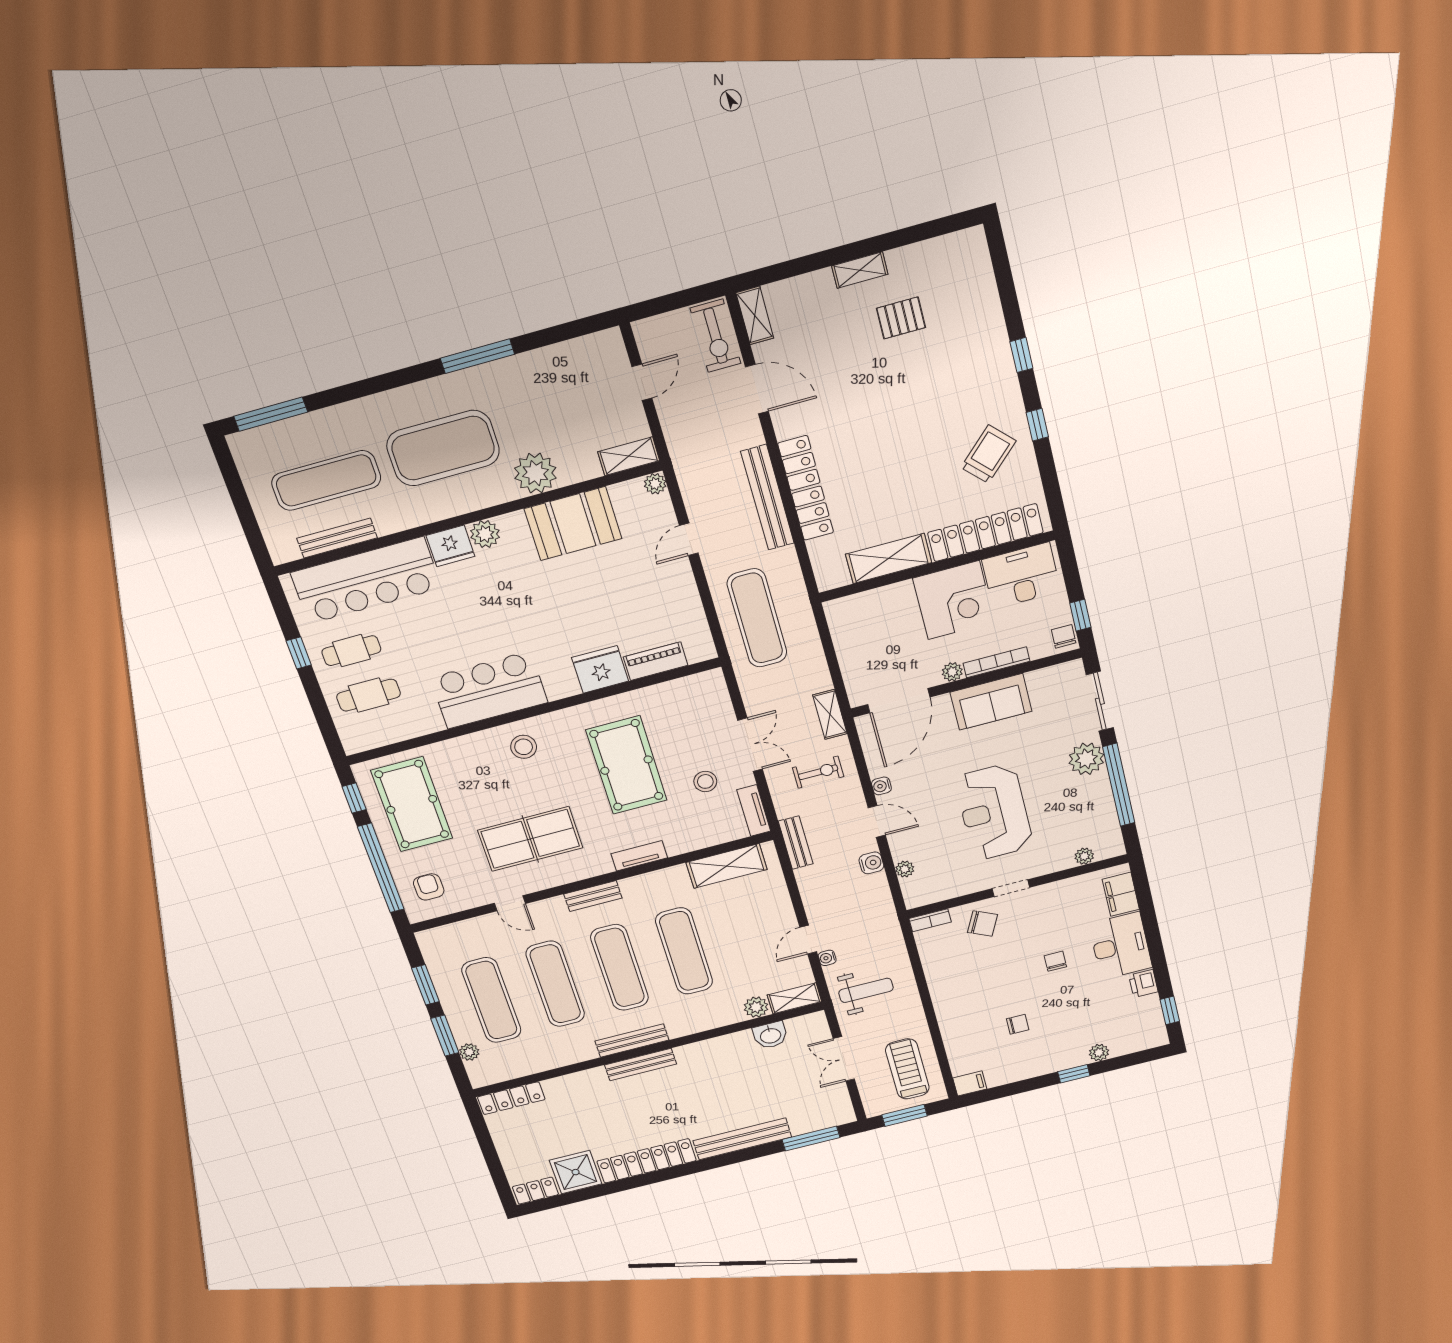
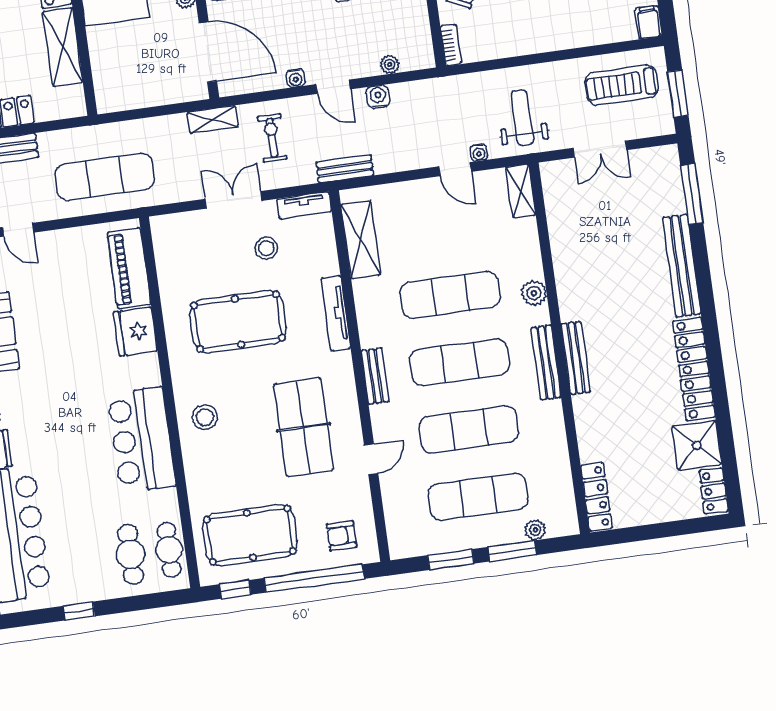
cafe table: (351, 651) -> (169, 550), moved
piano: (655, 661) -> (129, 268), width x1.37, depth x1.33
door: (877, 821) -> (333, 87), swing flipped
tv unit: (639, 856) -> (336, 313), width x1.41
plant: (756, 1007) -> (534, 293), moved
washbasin: (770, 1035) -> (561, 221), removed

